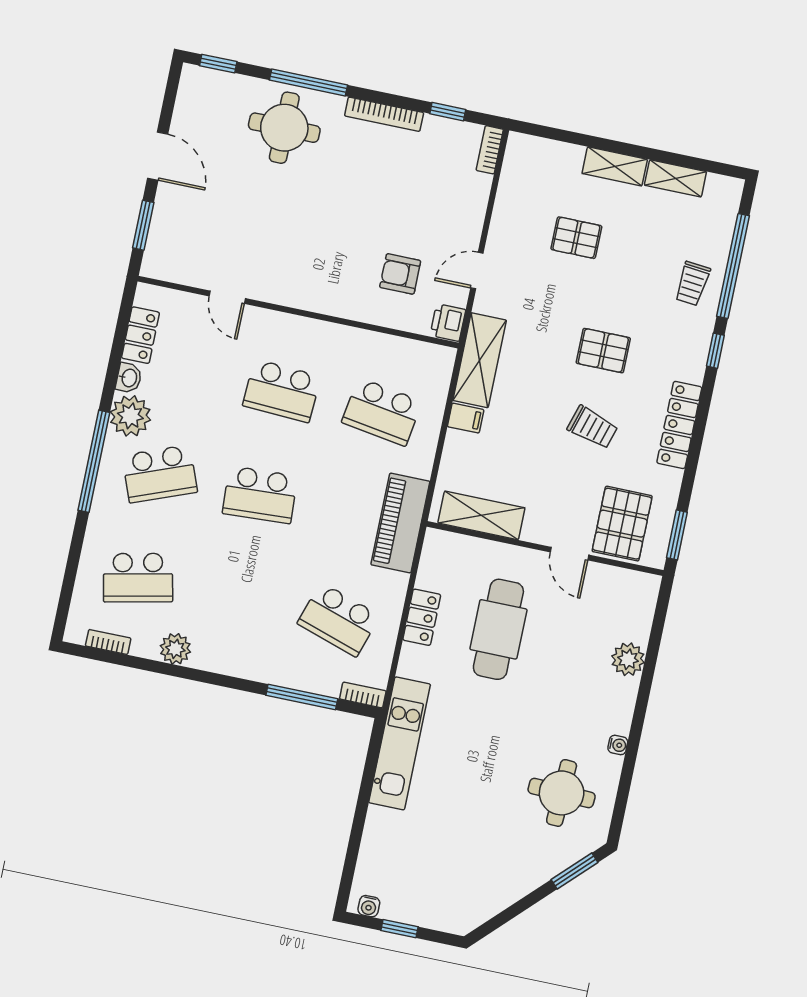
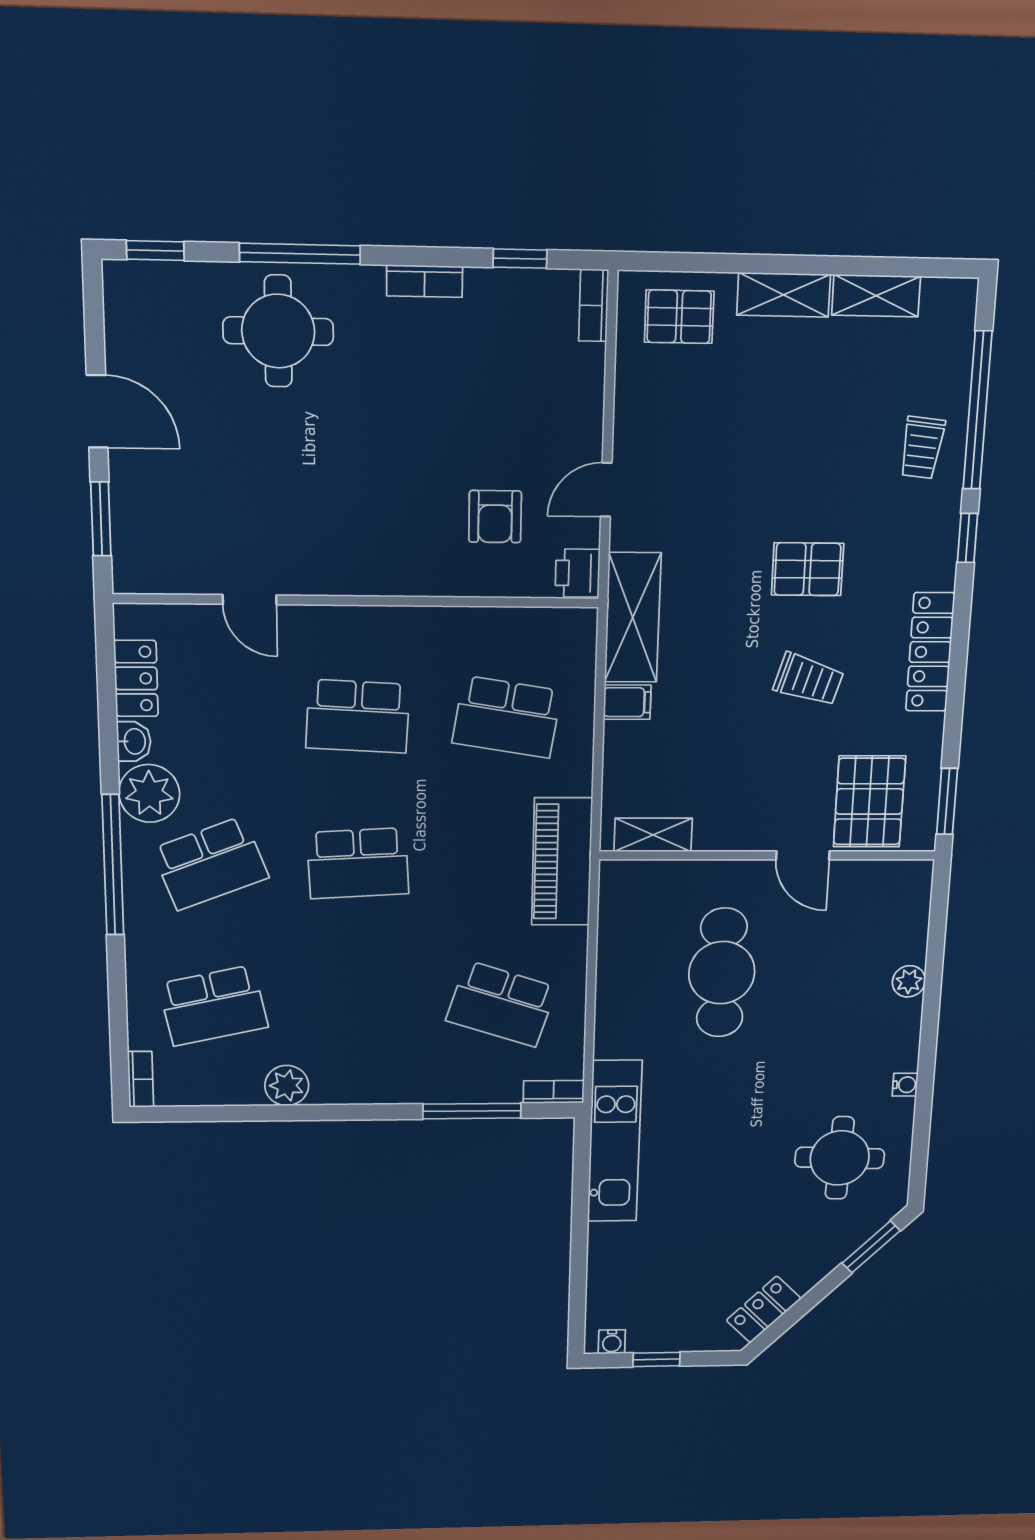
bookcase: (384, 114) -> (425, 281), width x0.64
pallet: (576, 238) -> (679, 317), moved
armchair: (400, 274) -> (495, 517), turned -90
shelving: (481, 515) -> (653, 835), width x0.67, depth x0.75
locker: (422, 617) -> (764, 1309), moved, turned -135
bookcase: (108, 642) -> (141, 1079), moved, turned 90
plant: (628, 659) -> (909, 981), width x0.73, depth x0.73

